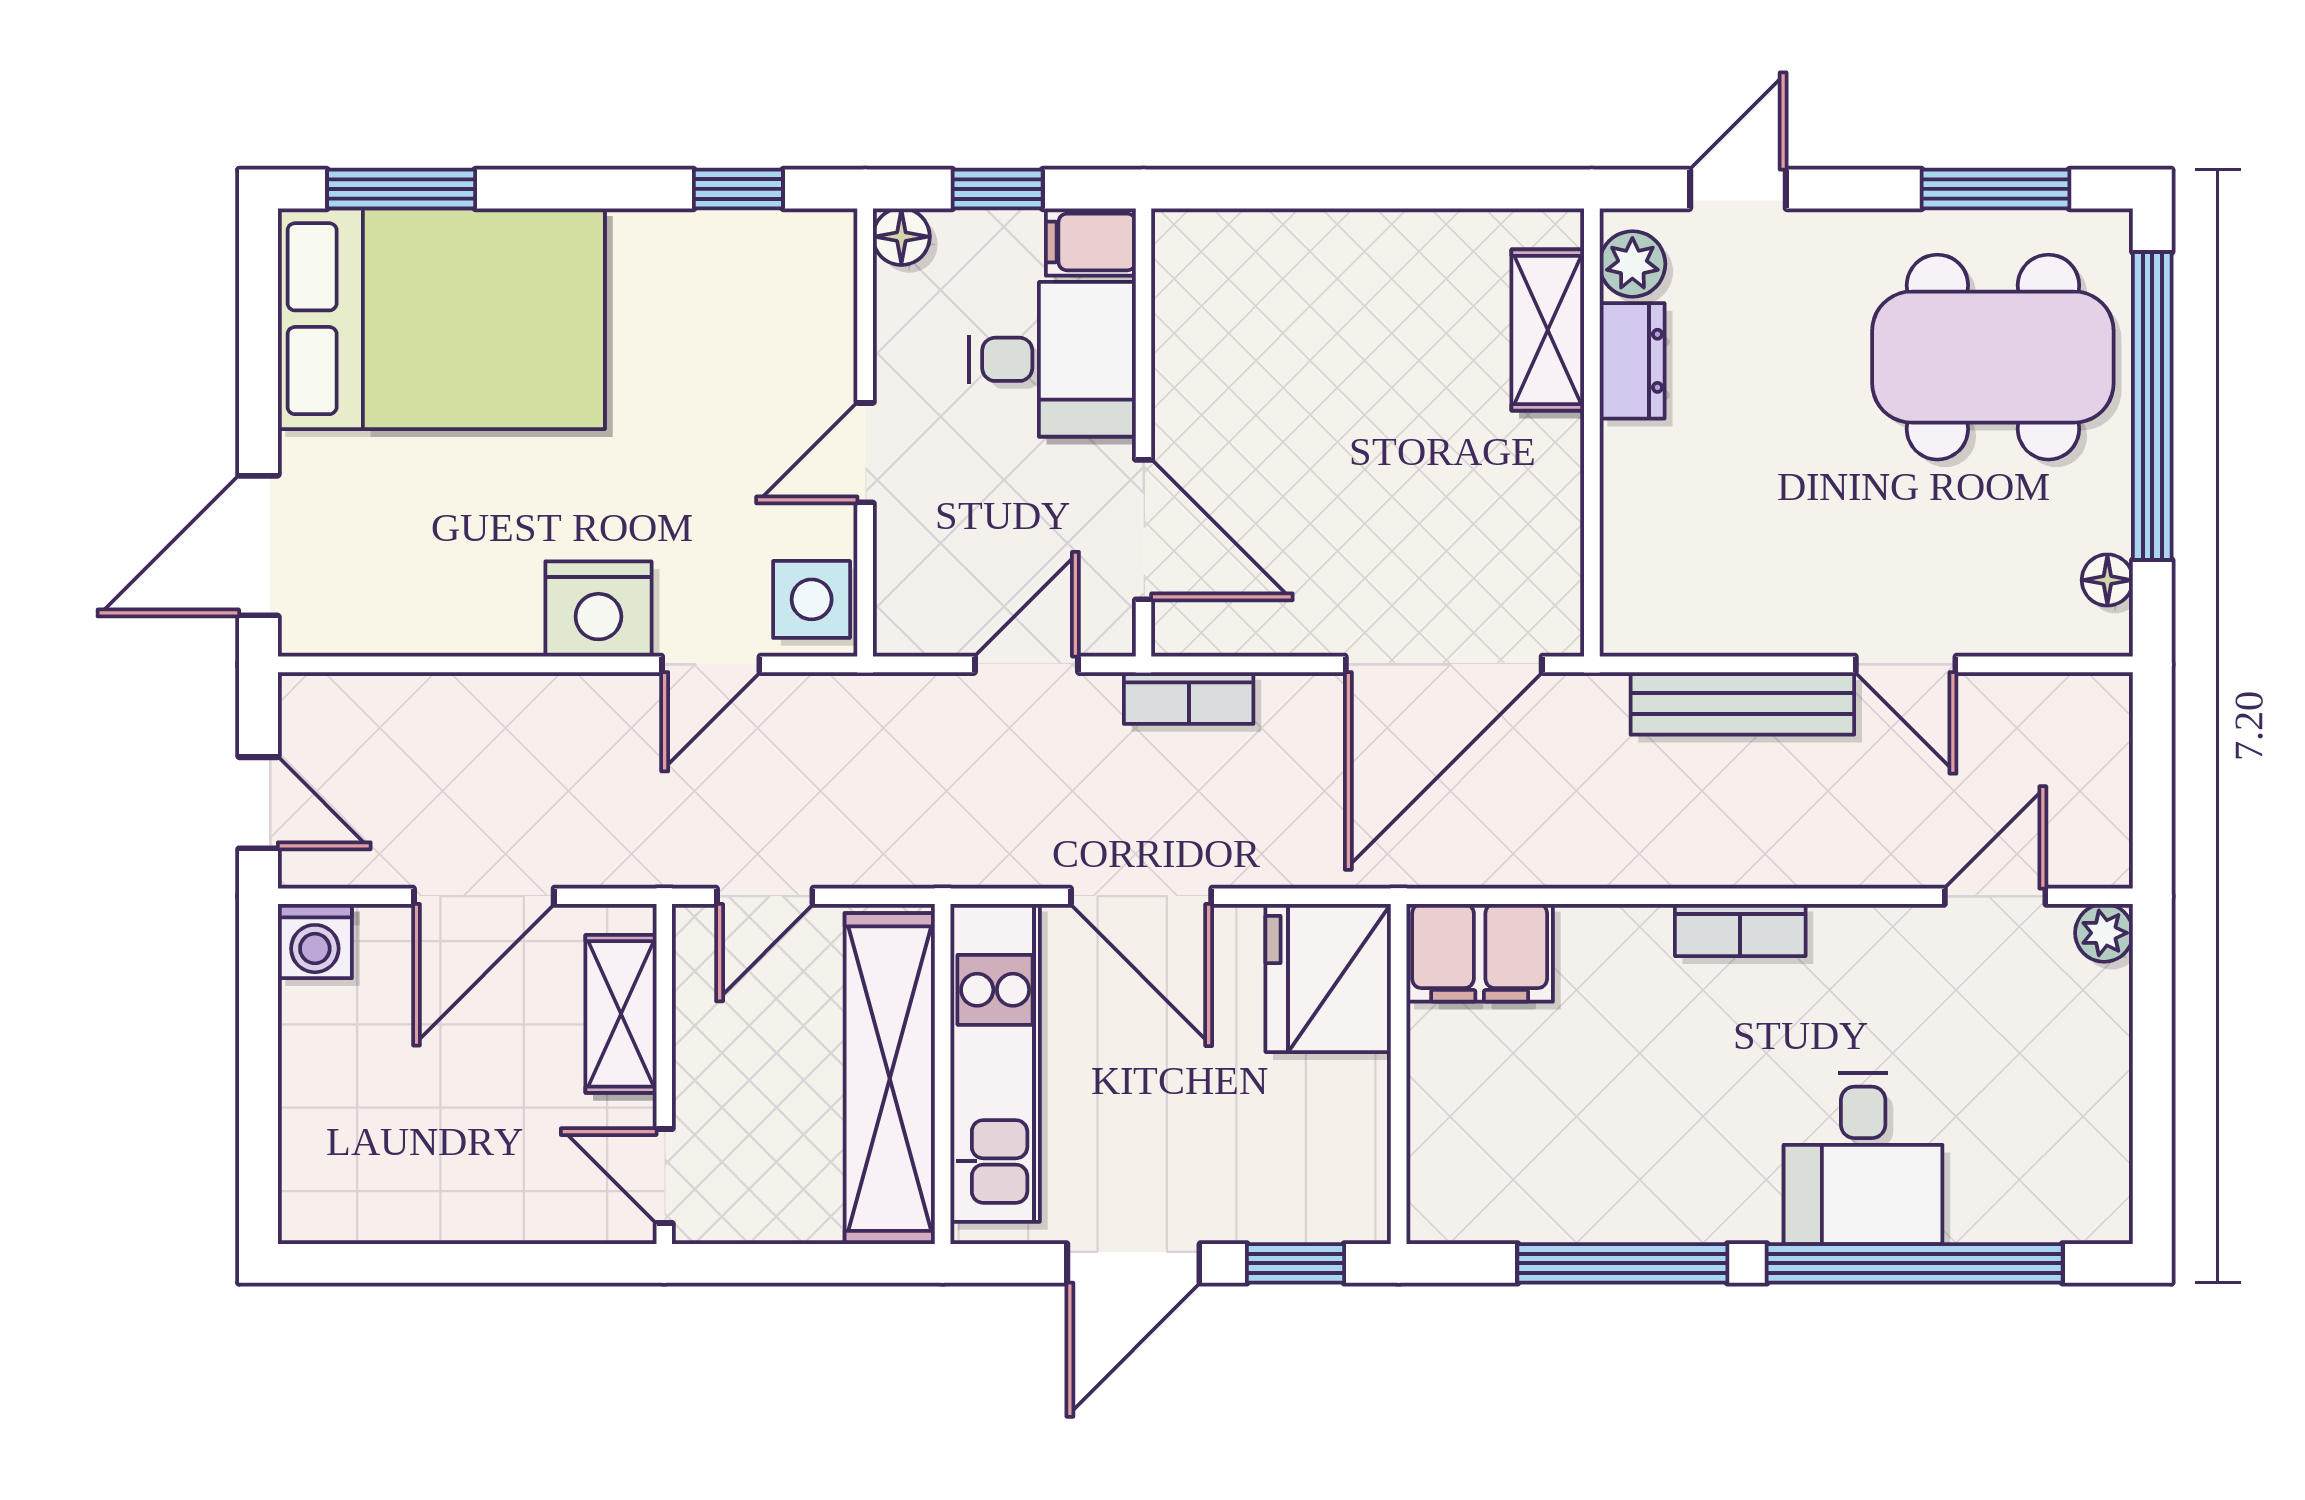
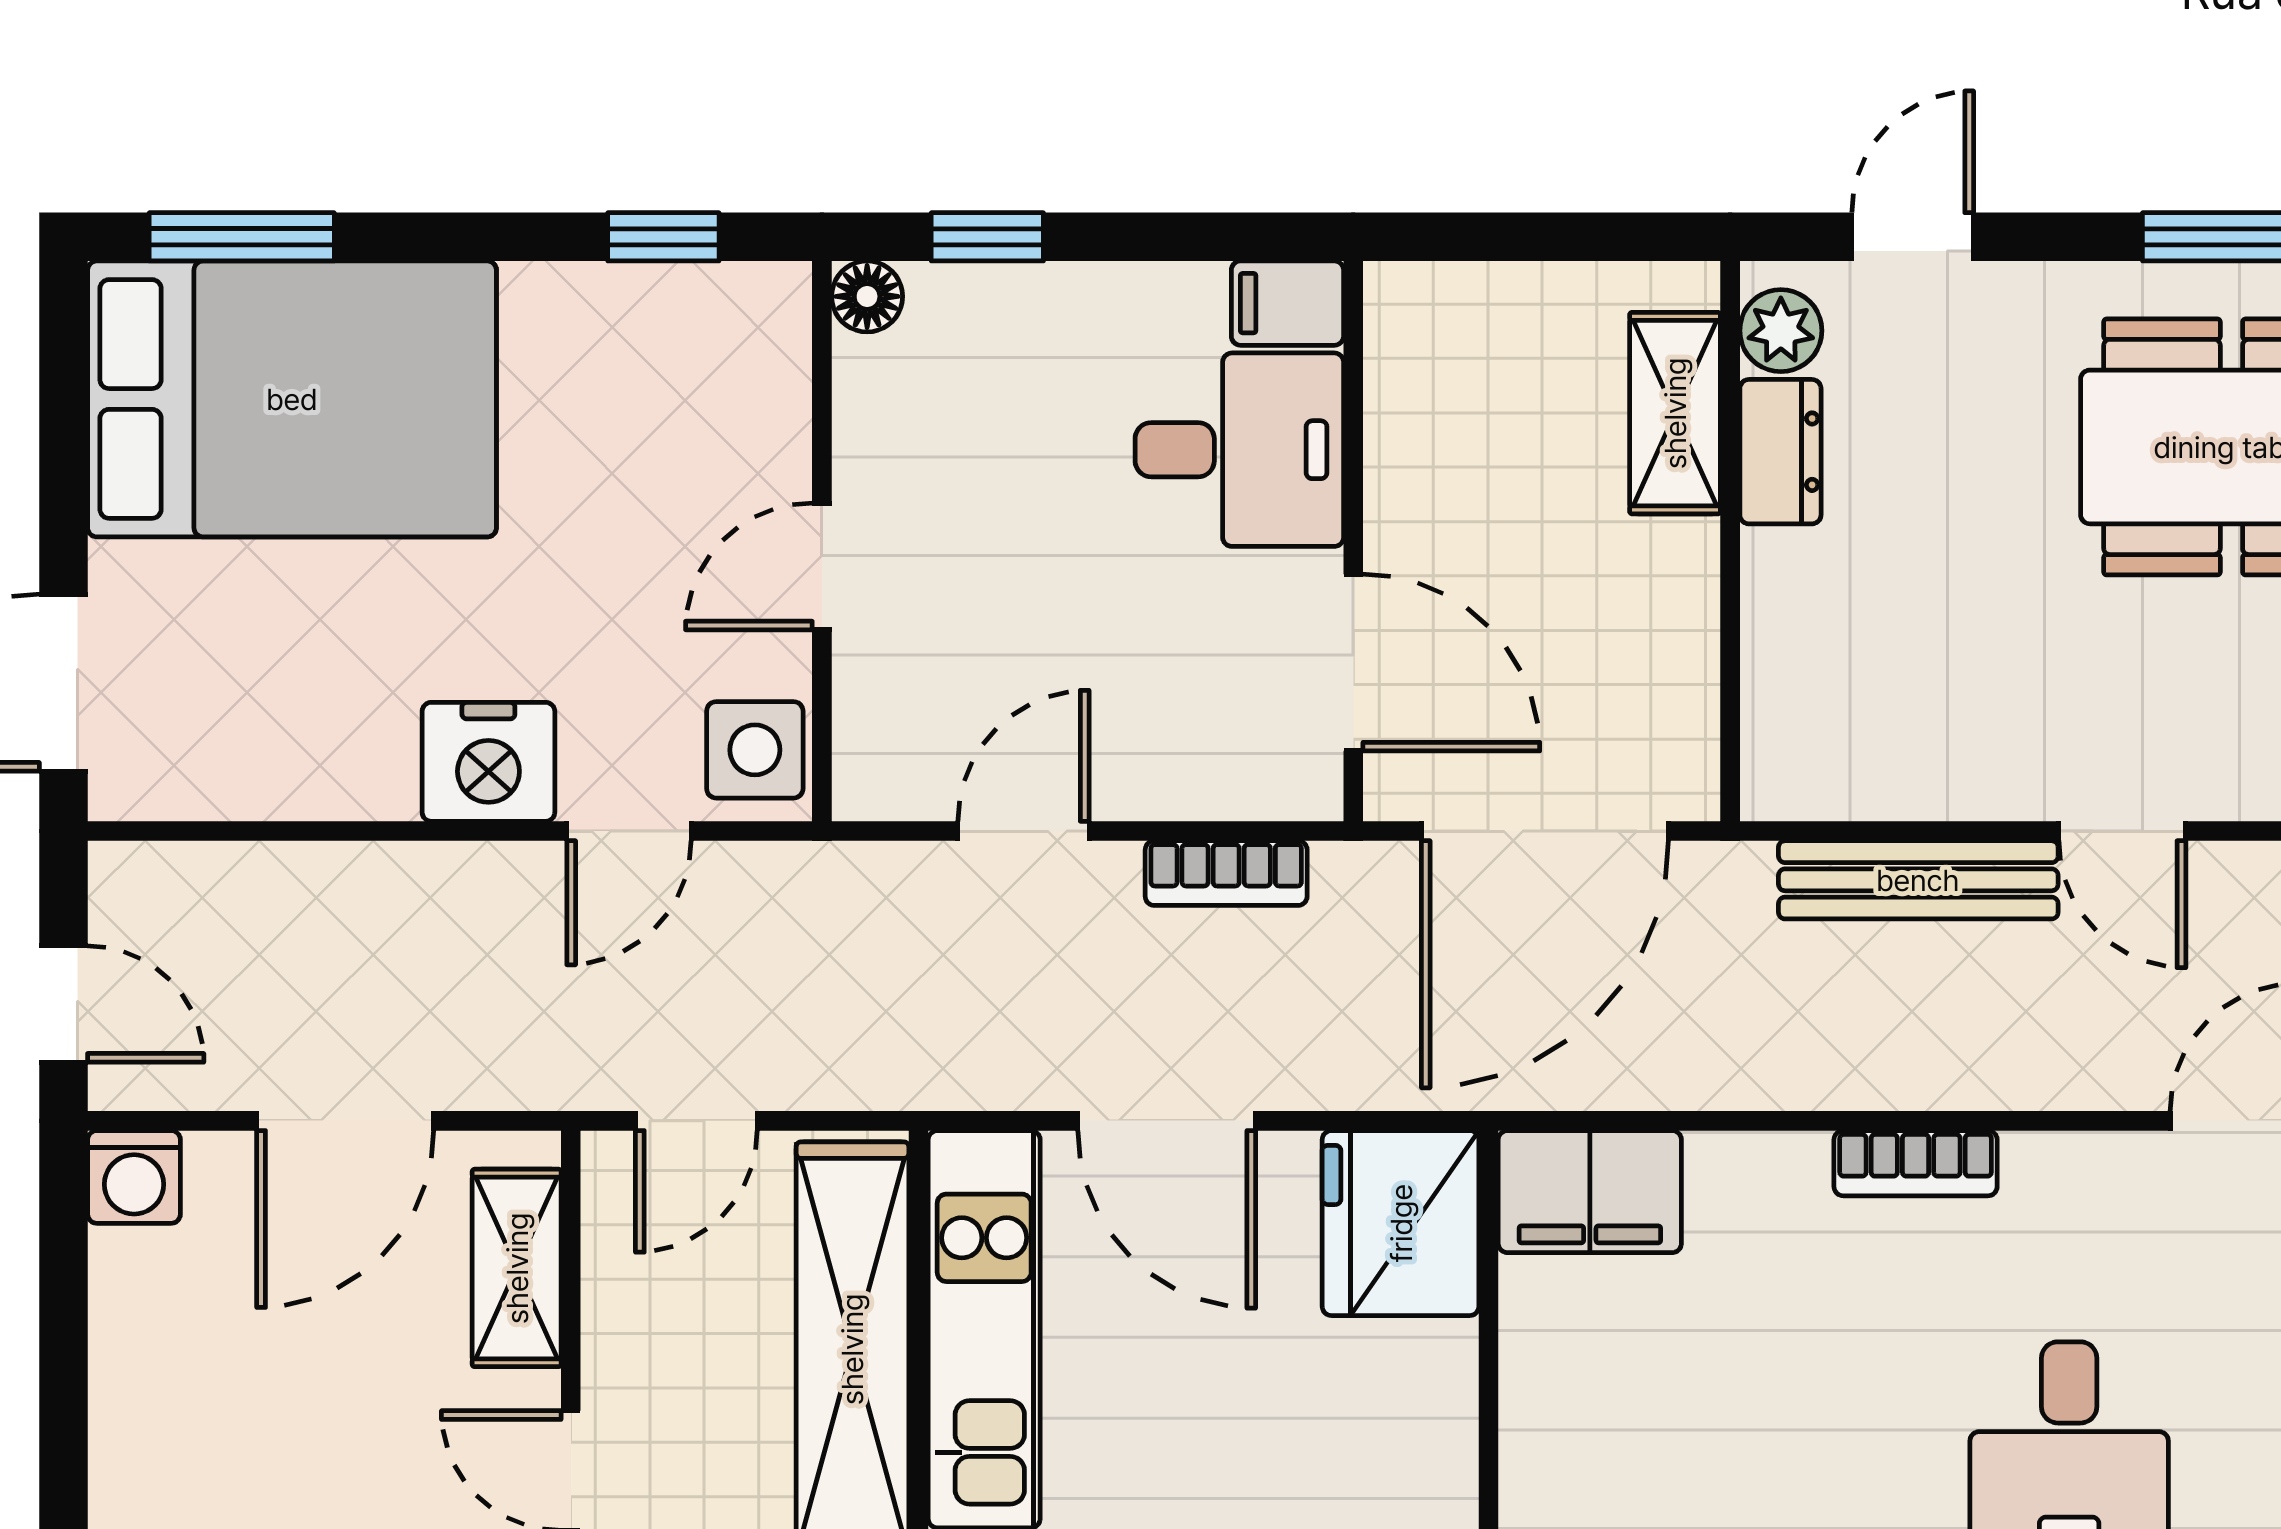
filing cabinet: (1091, 242) -> (1287, 303), moved
desk: (1052, 359) -> (1239, 450), moved
wall: (1144, 432) -> (1353, 541), moved
door: (1144, 530) -> (1353, 663), moved

